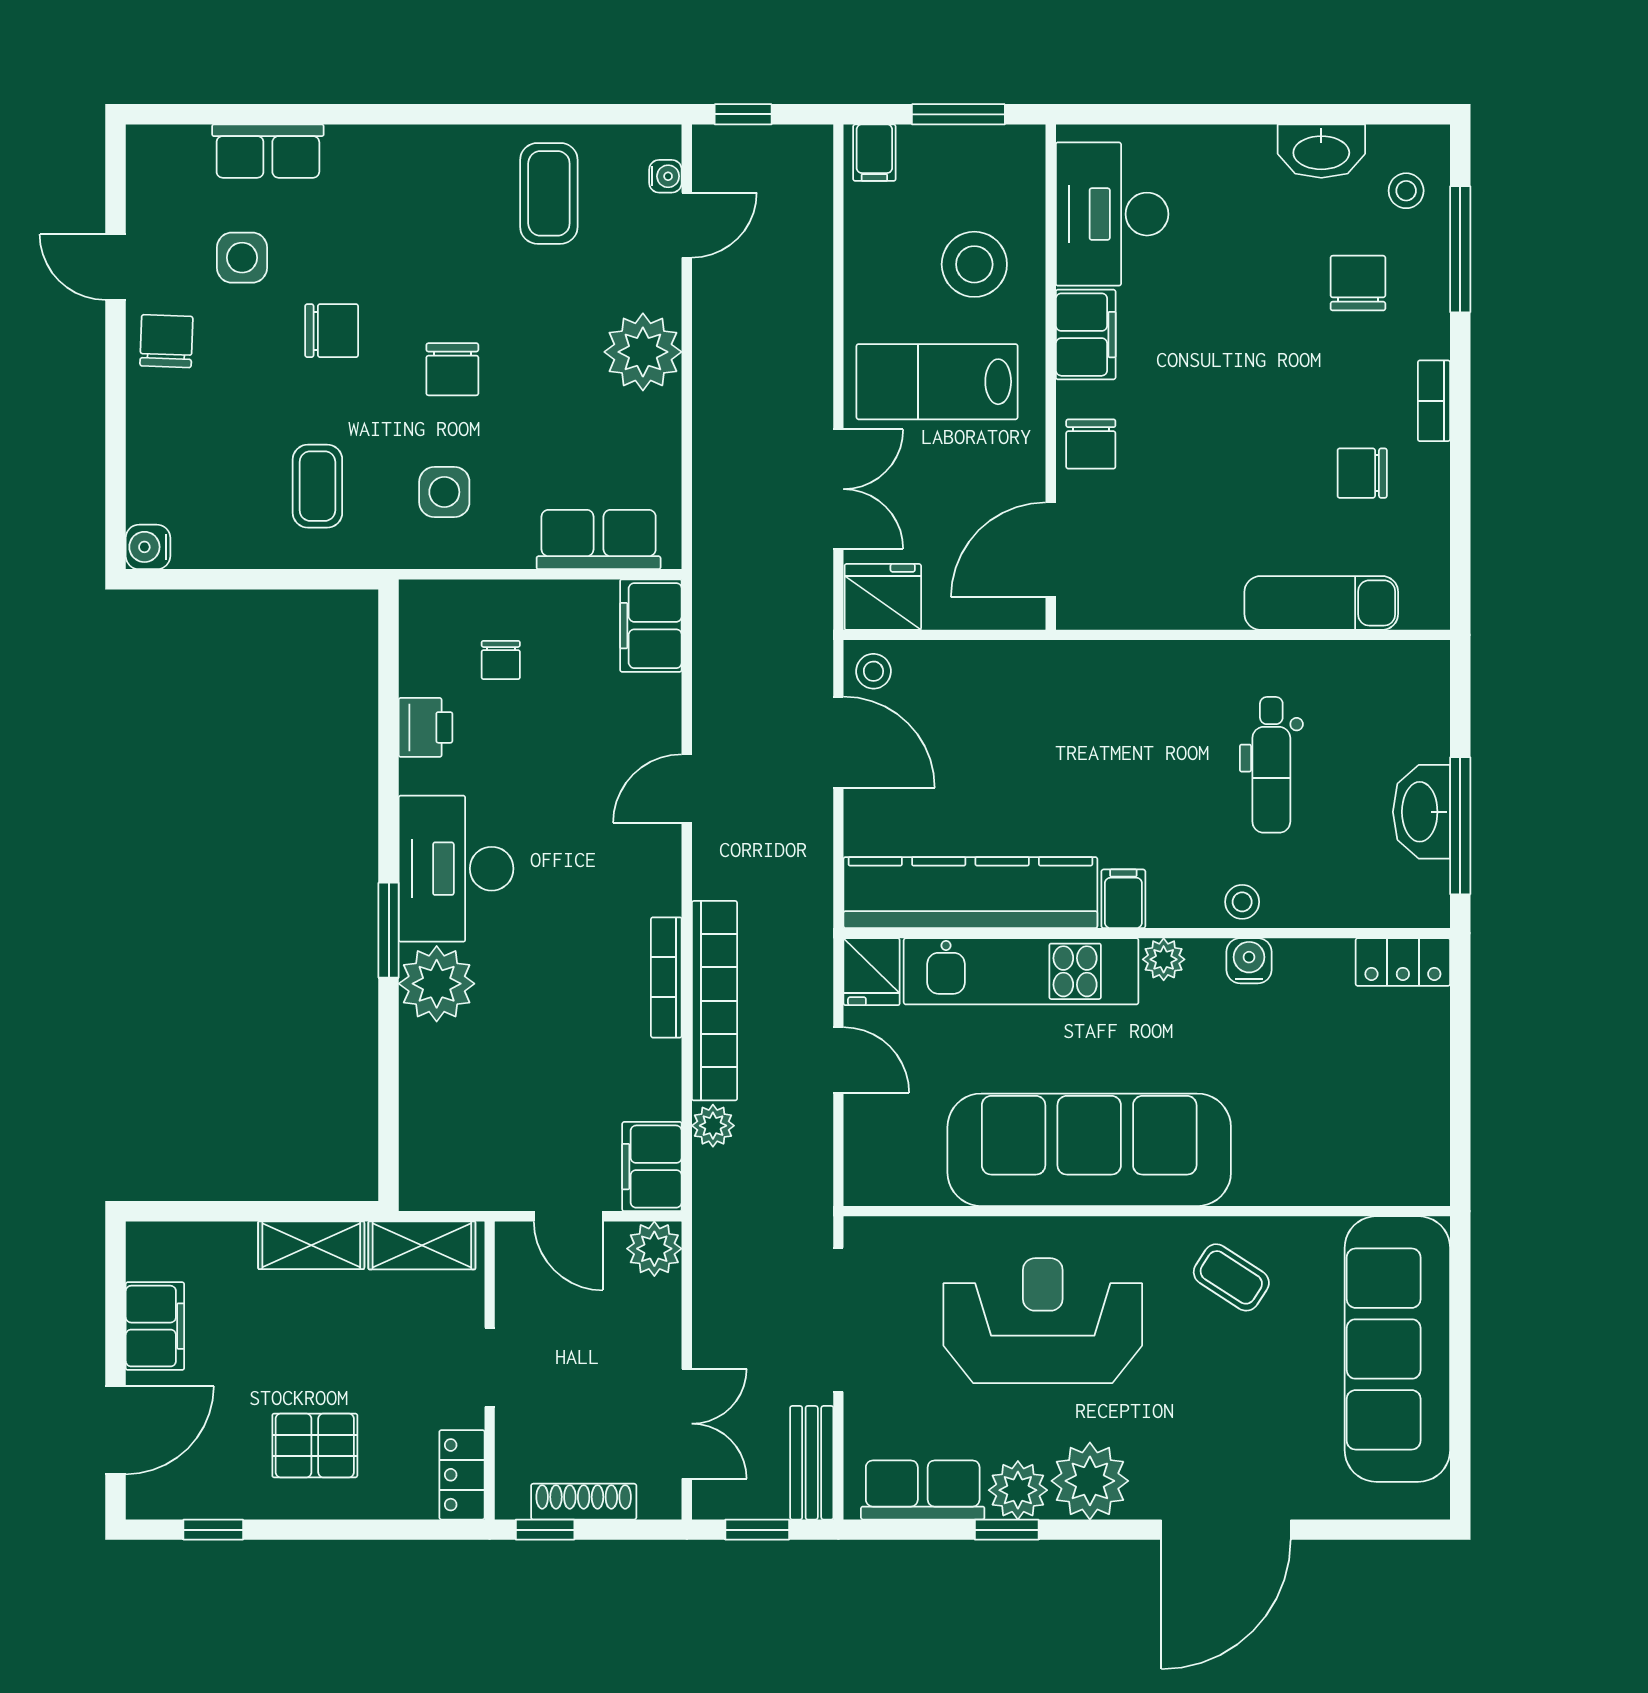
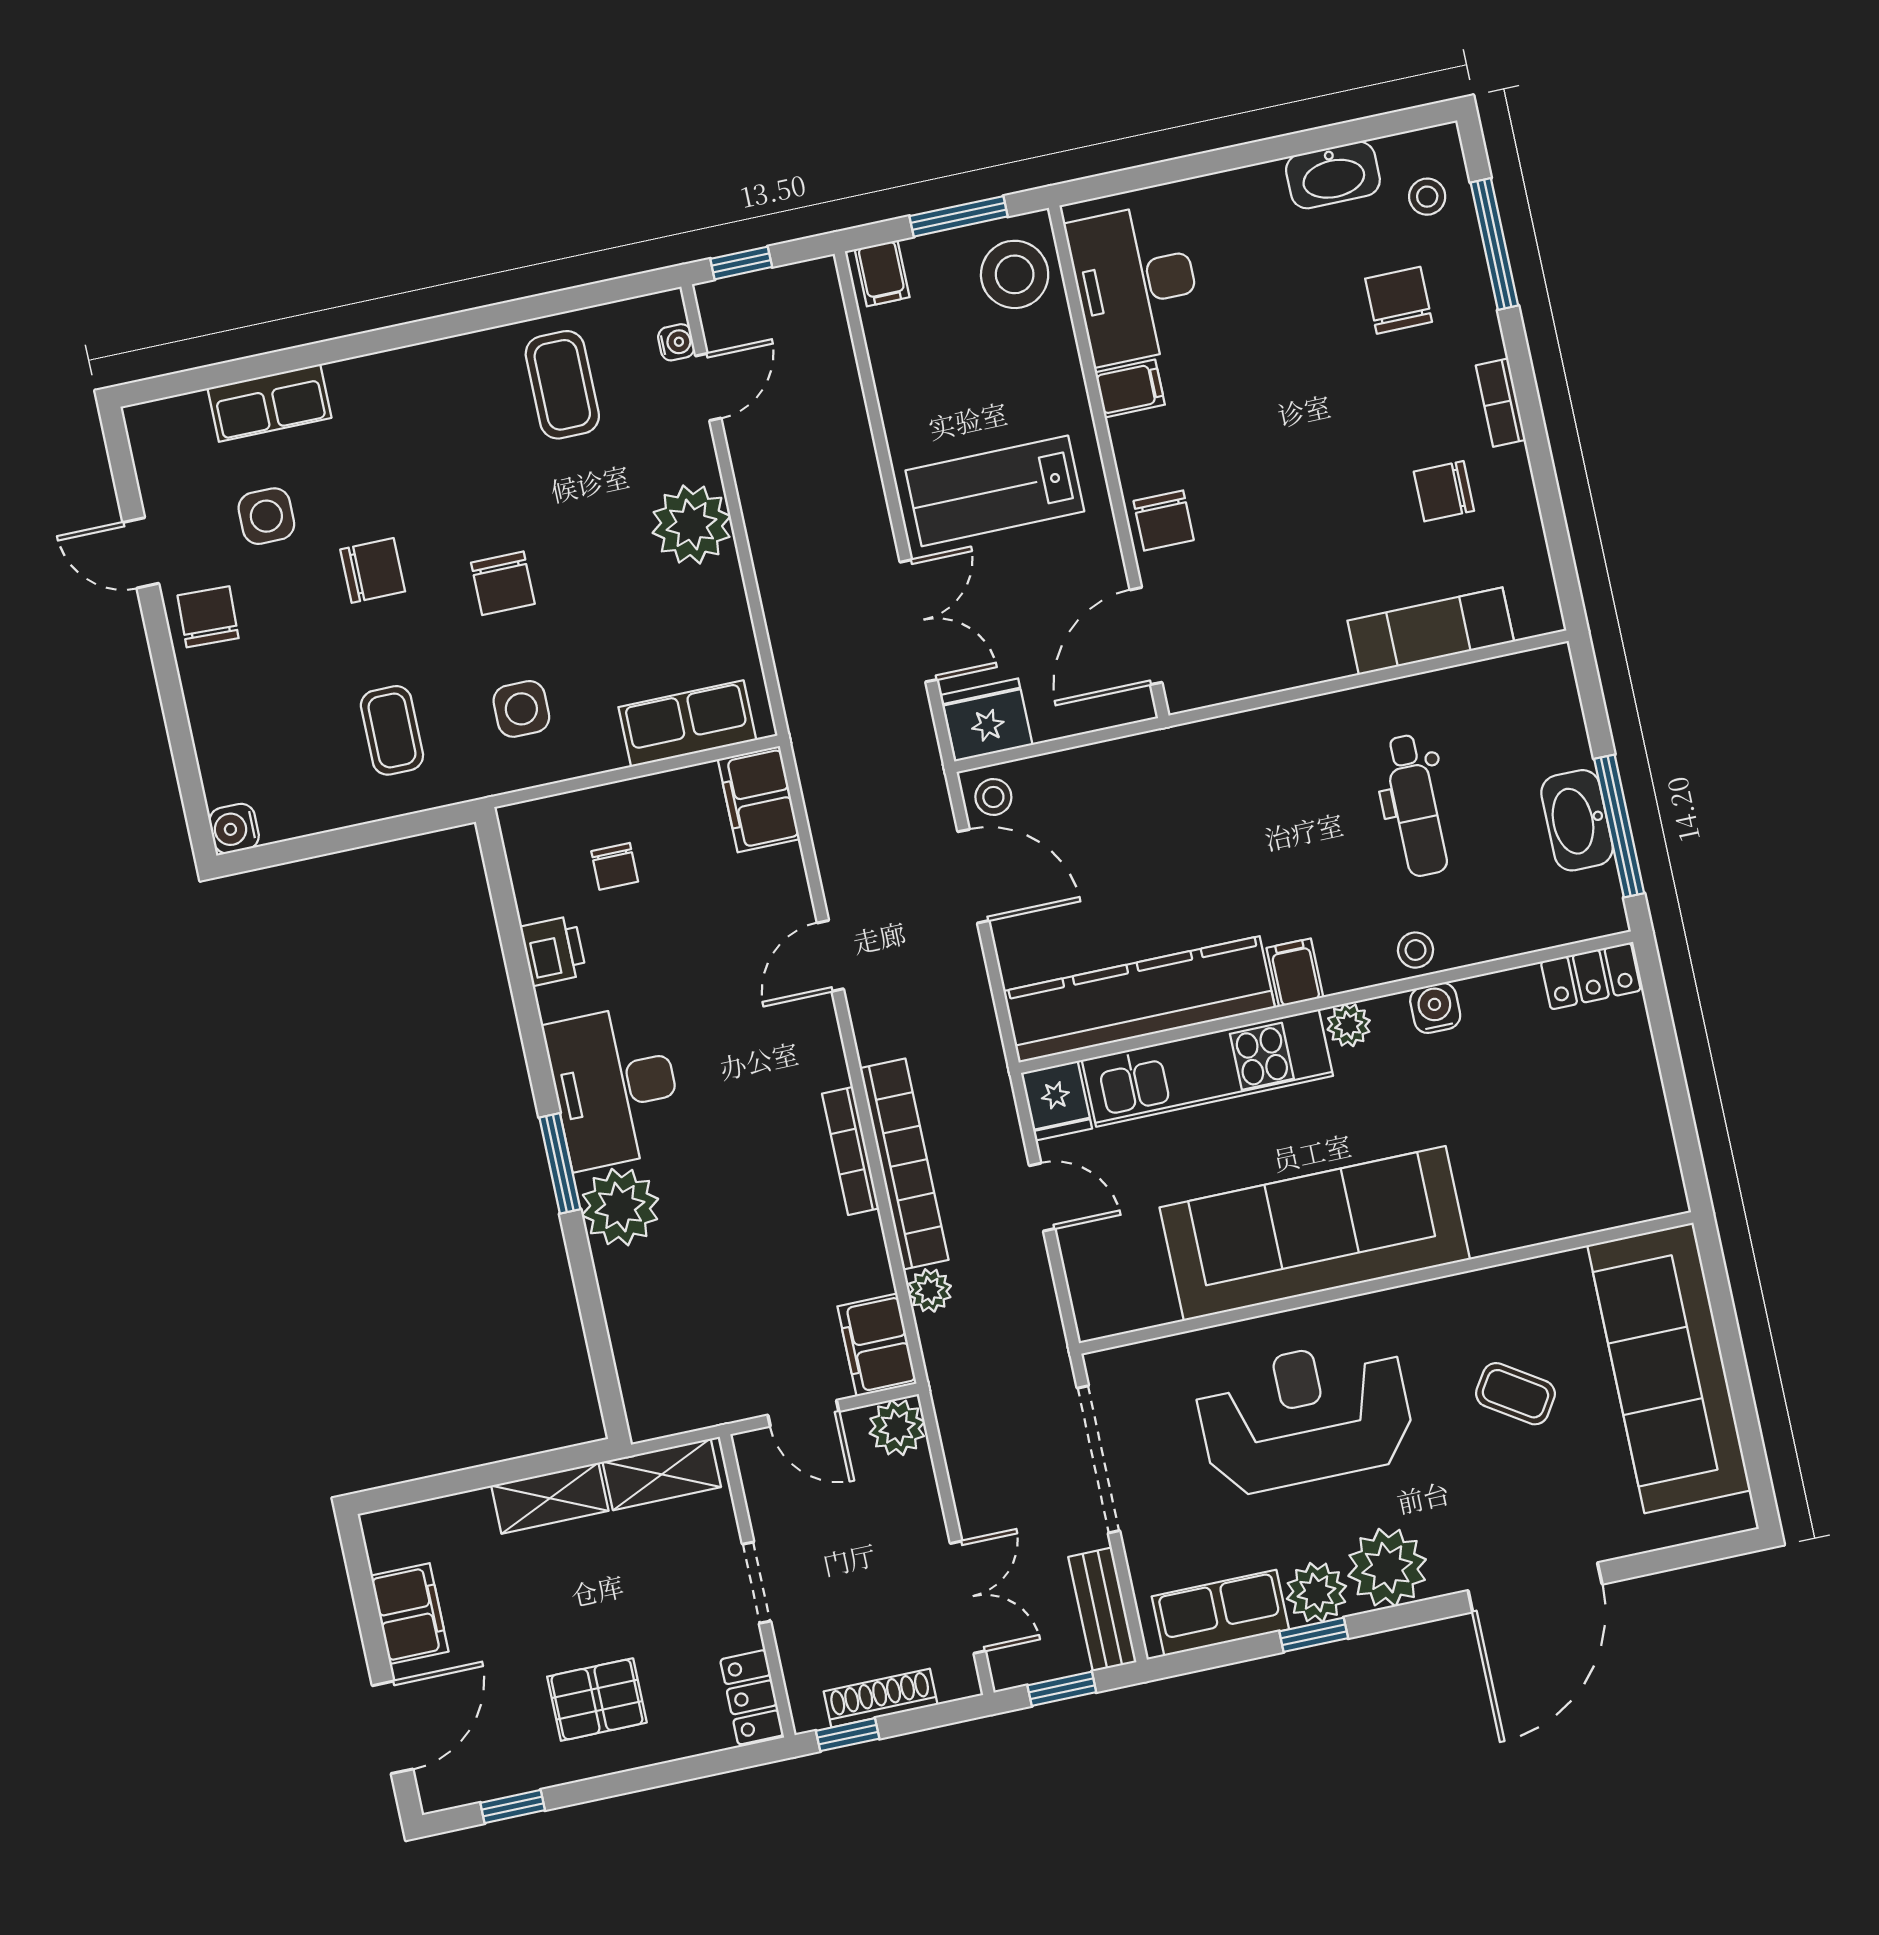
stool: (974, 264) -> (1015, 274), moved
filing cabinet: (1086, 335) -> (1130, 388), width x0.50
coffee table: (1231, 1277) -> (1515, 1394), moved

